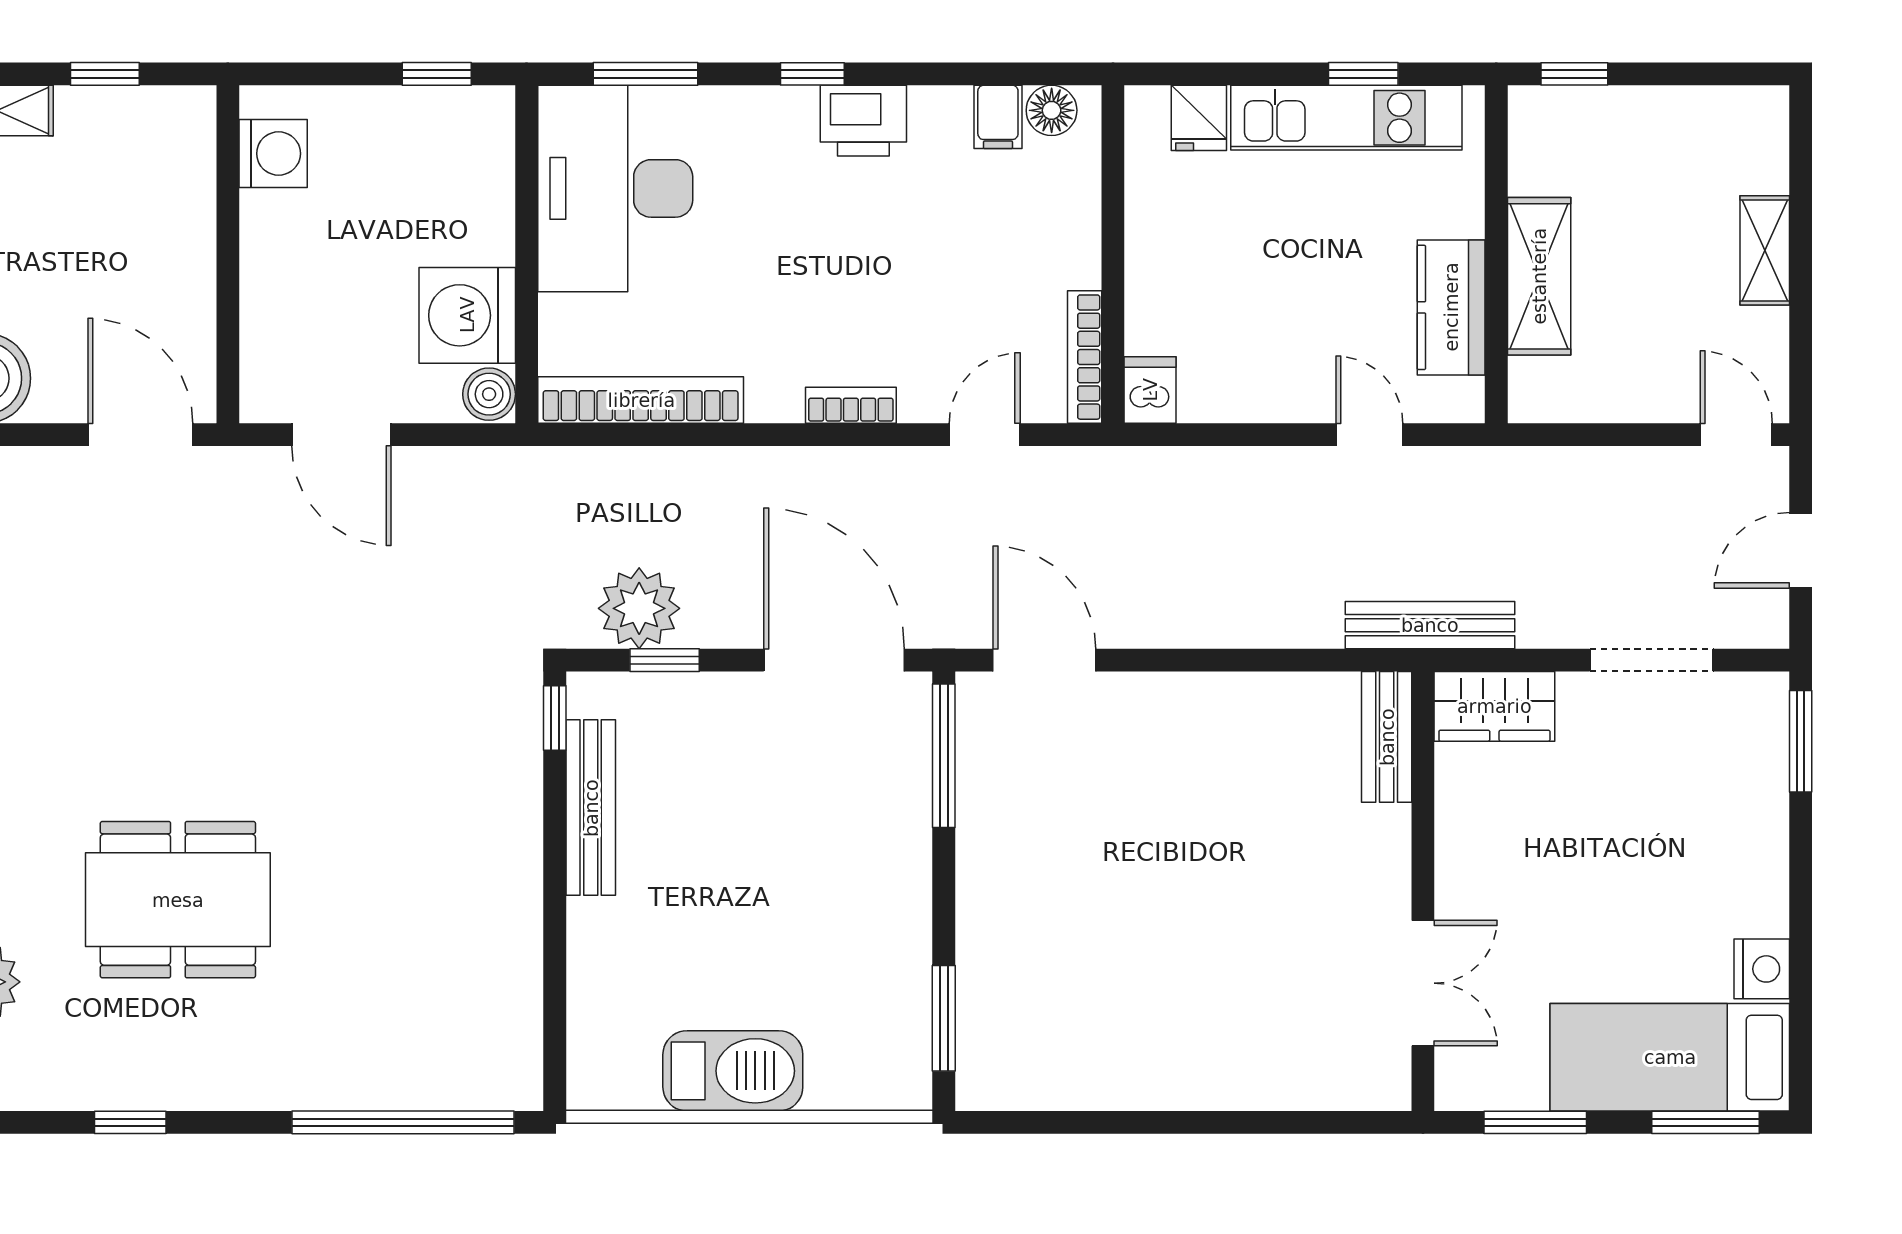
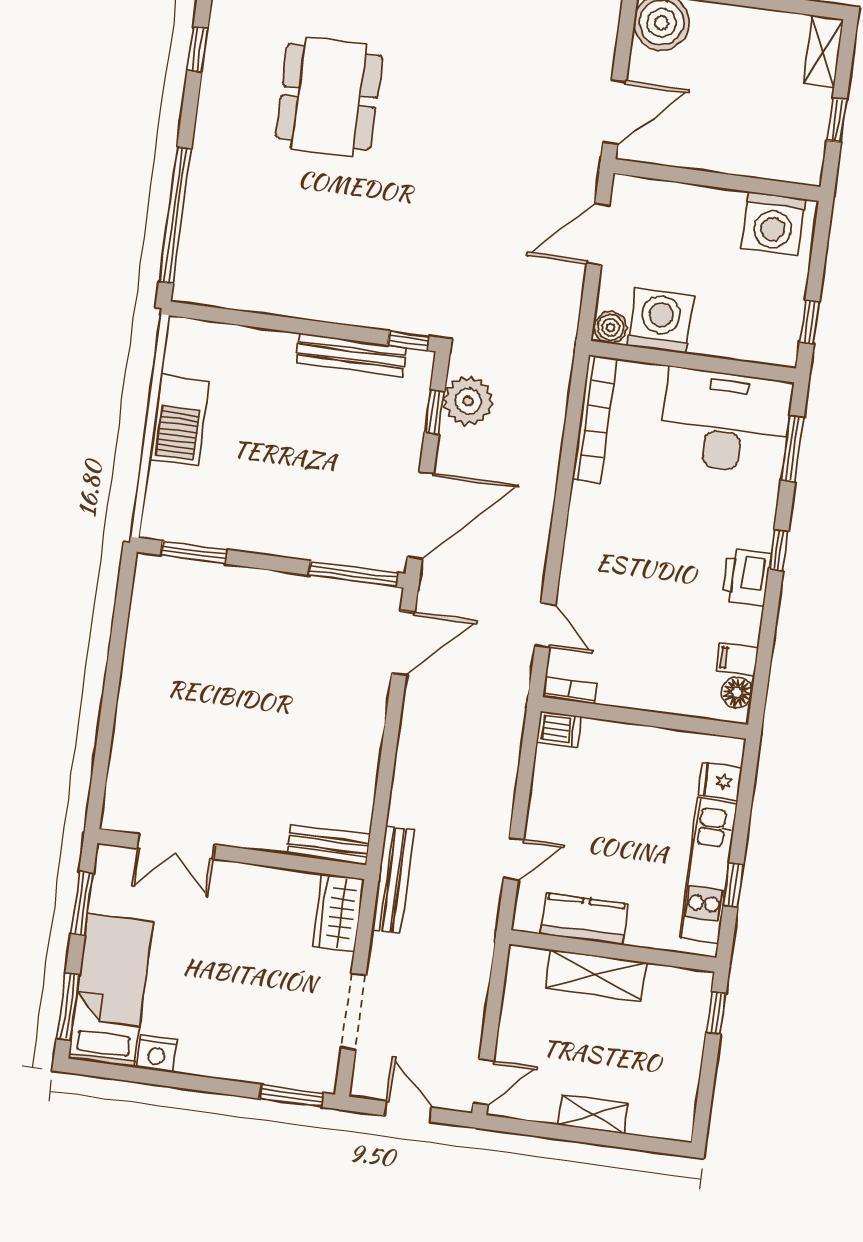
washing machine: (273, 154) -> (774, 224), width x1.37, depth x1.37
bookcase: (1085, 357) -> (570, 690), width x0.64
bookcase: (851, 405) -> (574, 546), removed

